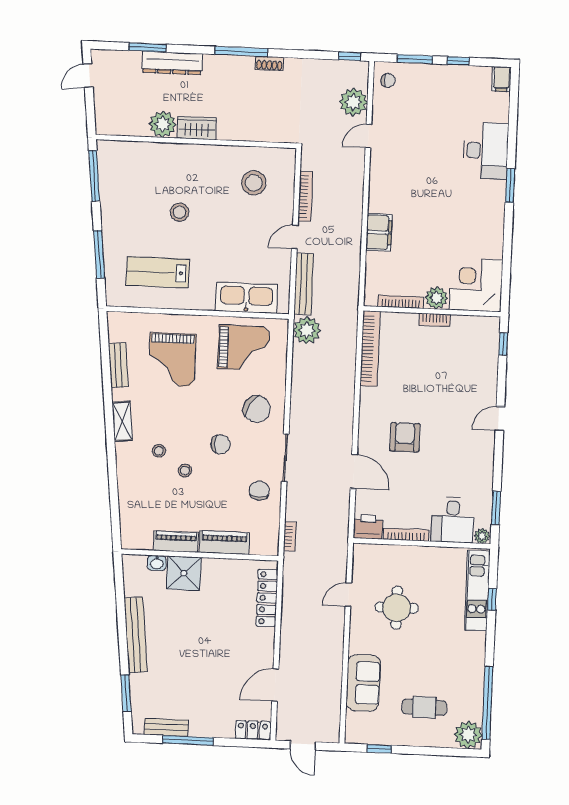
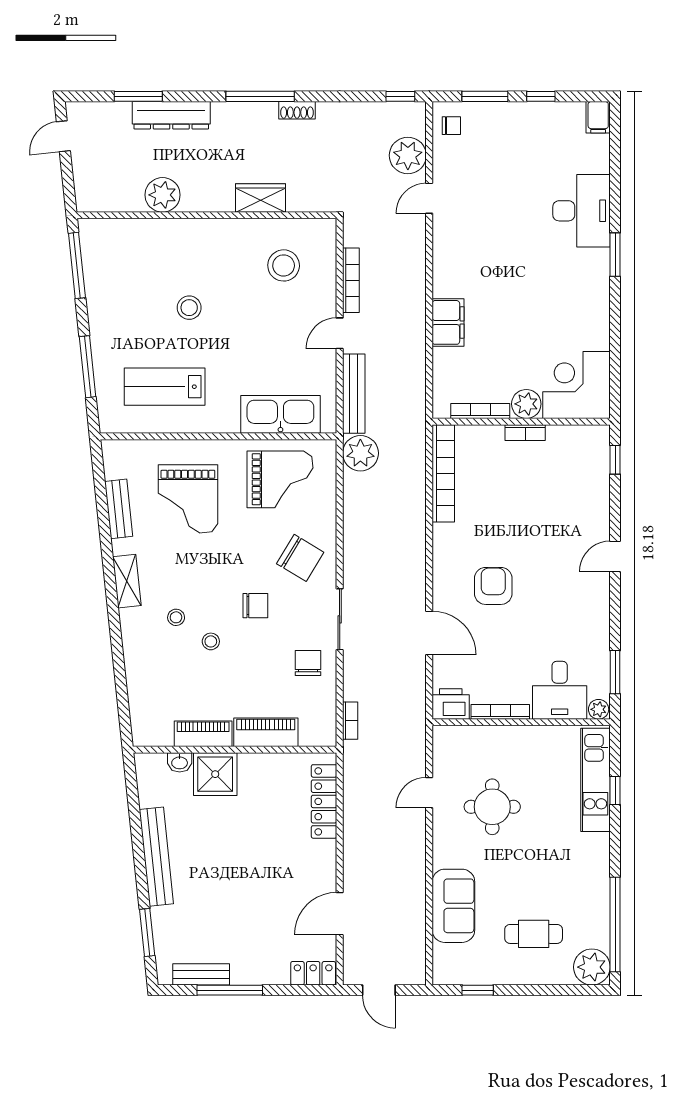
wardrobe: (197, 128) -> (261, 198), moved

